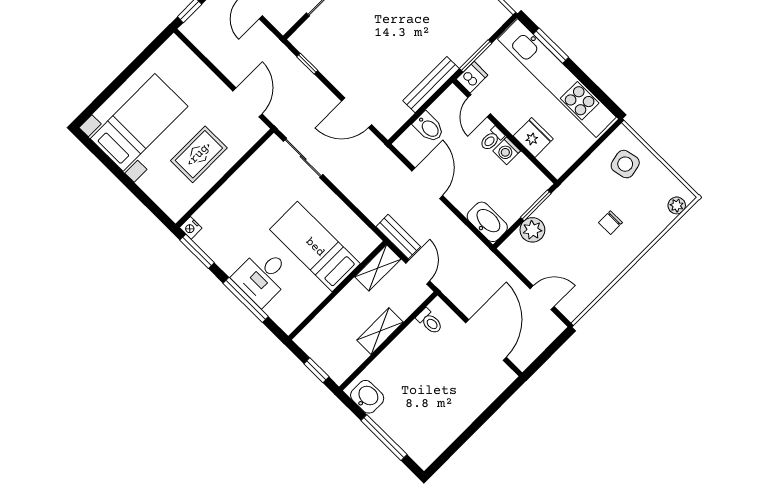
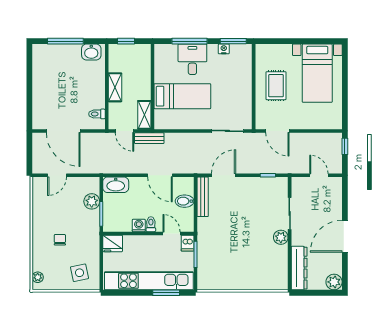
bench: (431, 85) -> (203, 197), moved
fridge: (533, 137) -> (113, 243), moved
nightstand: (191, 228) -> (224, 49), moved

